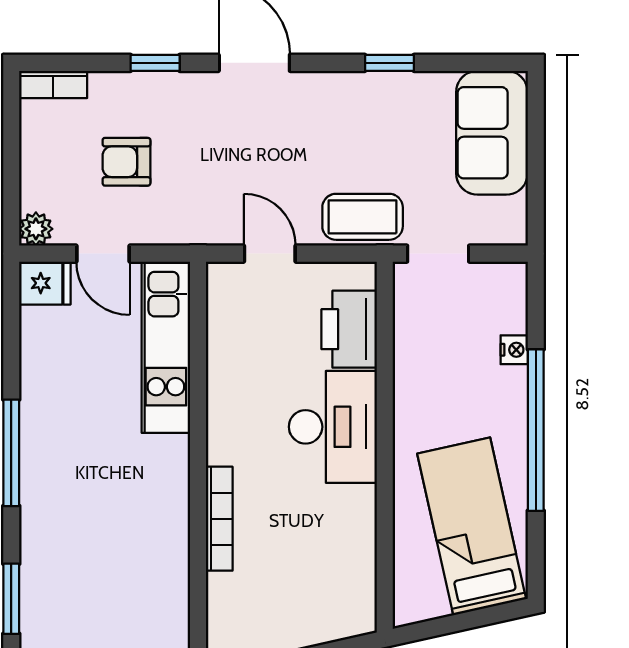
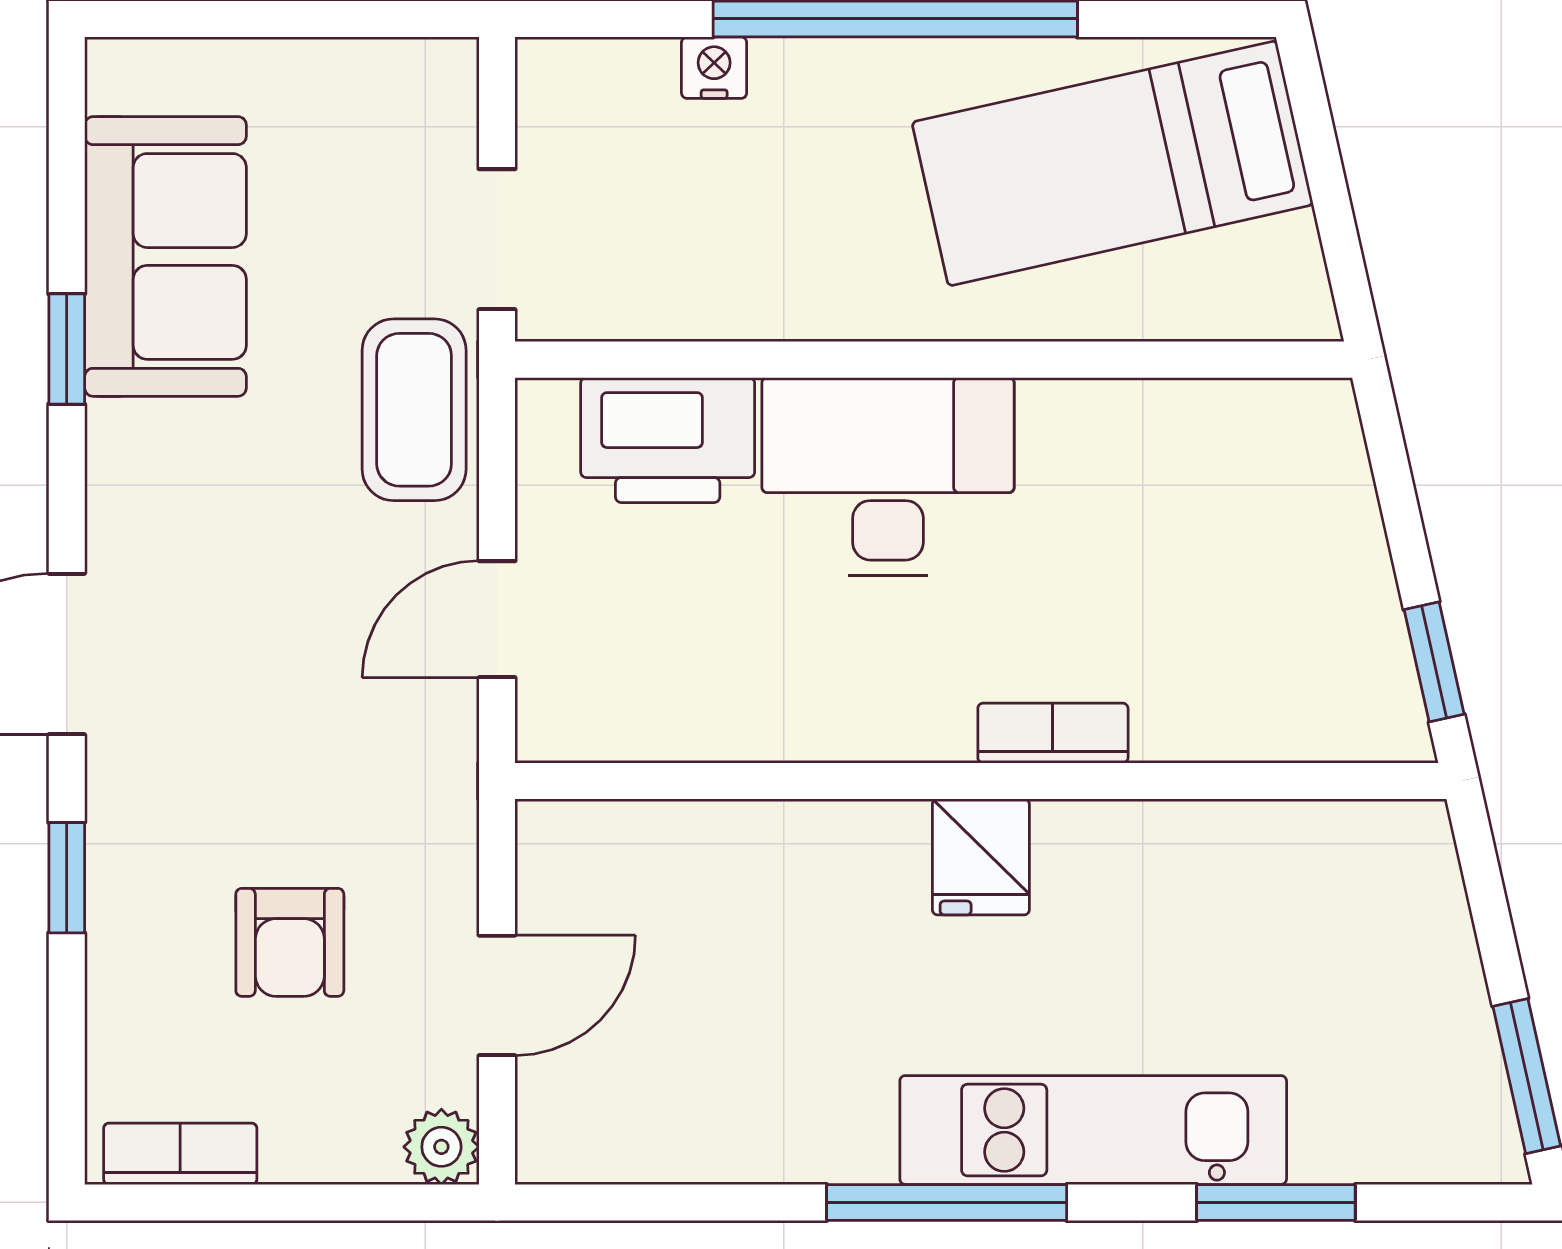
bookcase: (53, 84) -> (180, 1154), moved, turned -90
sofa: (492, 133) -> (165, 256), moved, turned -90
fridge: (45, 283) -> (981, 857), moved, turned 180
kitchen unit: (166, 347) -> (1093, 1130), moved, turned 180
bookcase: (219, 519) -> (1053, 733), width x0.64

